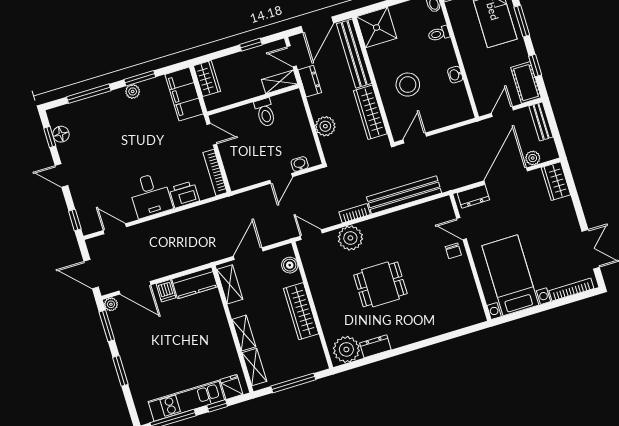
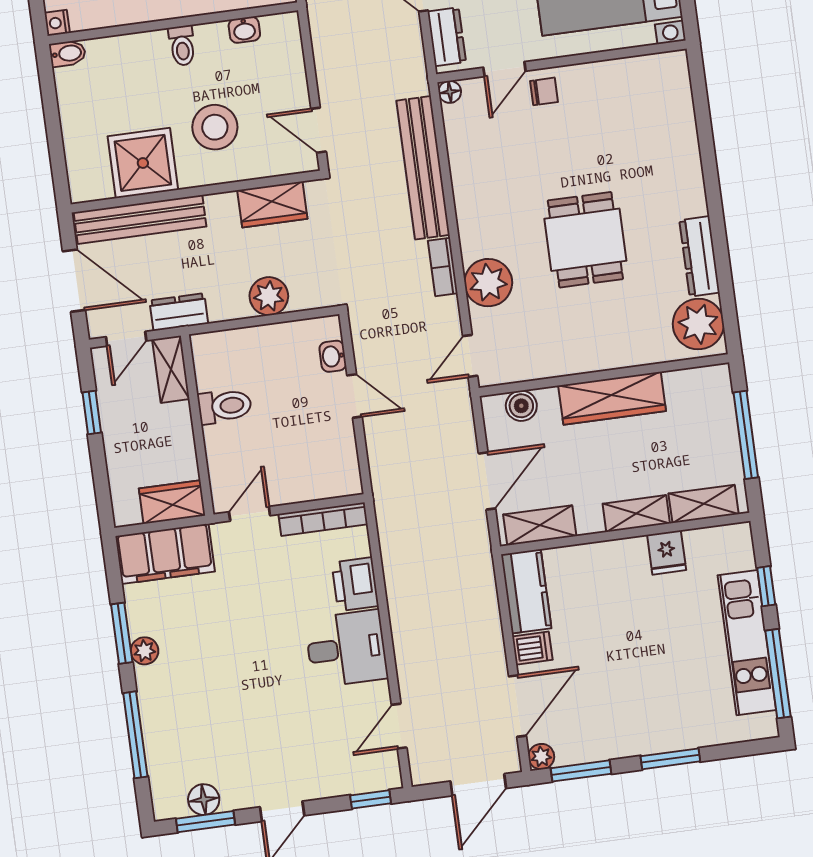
shower: (377, 27) -> (143, 163), moved
toilet: (439, 34) -> (182, 46), moved
washbasin: (455, 75) -> (244, 30), moved
wardrobe: (207, 78) -> (172, 502), moved
wardrobe: (370, 112) -> (272, 204), width x0.67
window: (50, 137) -> (205, 822), width x1.50
floor lamp: (445, 202) -> (450, 92), added
door: (248, 254) -> (487, 481), swing flipped
dresser: (375, 346) -> (700, 256), width x1.44
fridge: (231, 387) -> (667, 552), moved, turned -90

